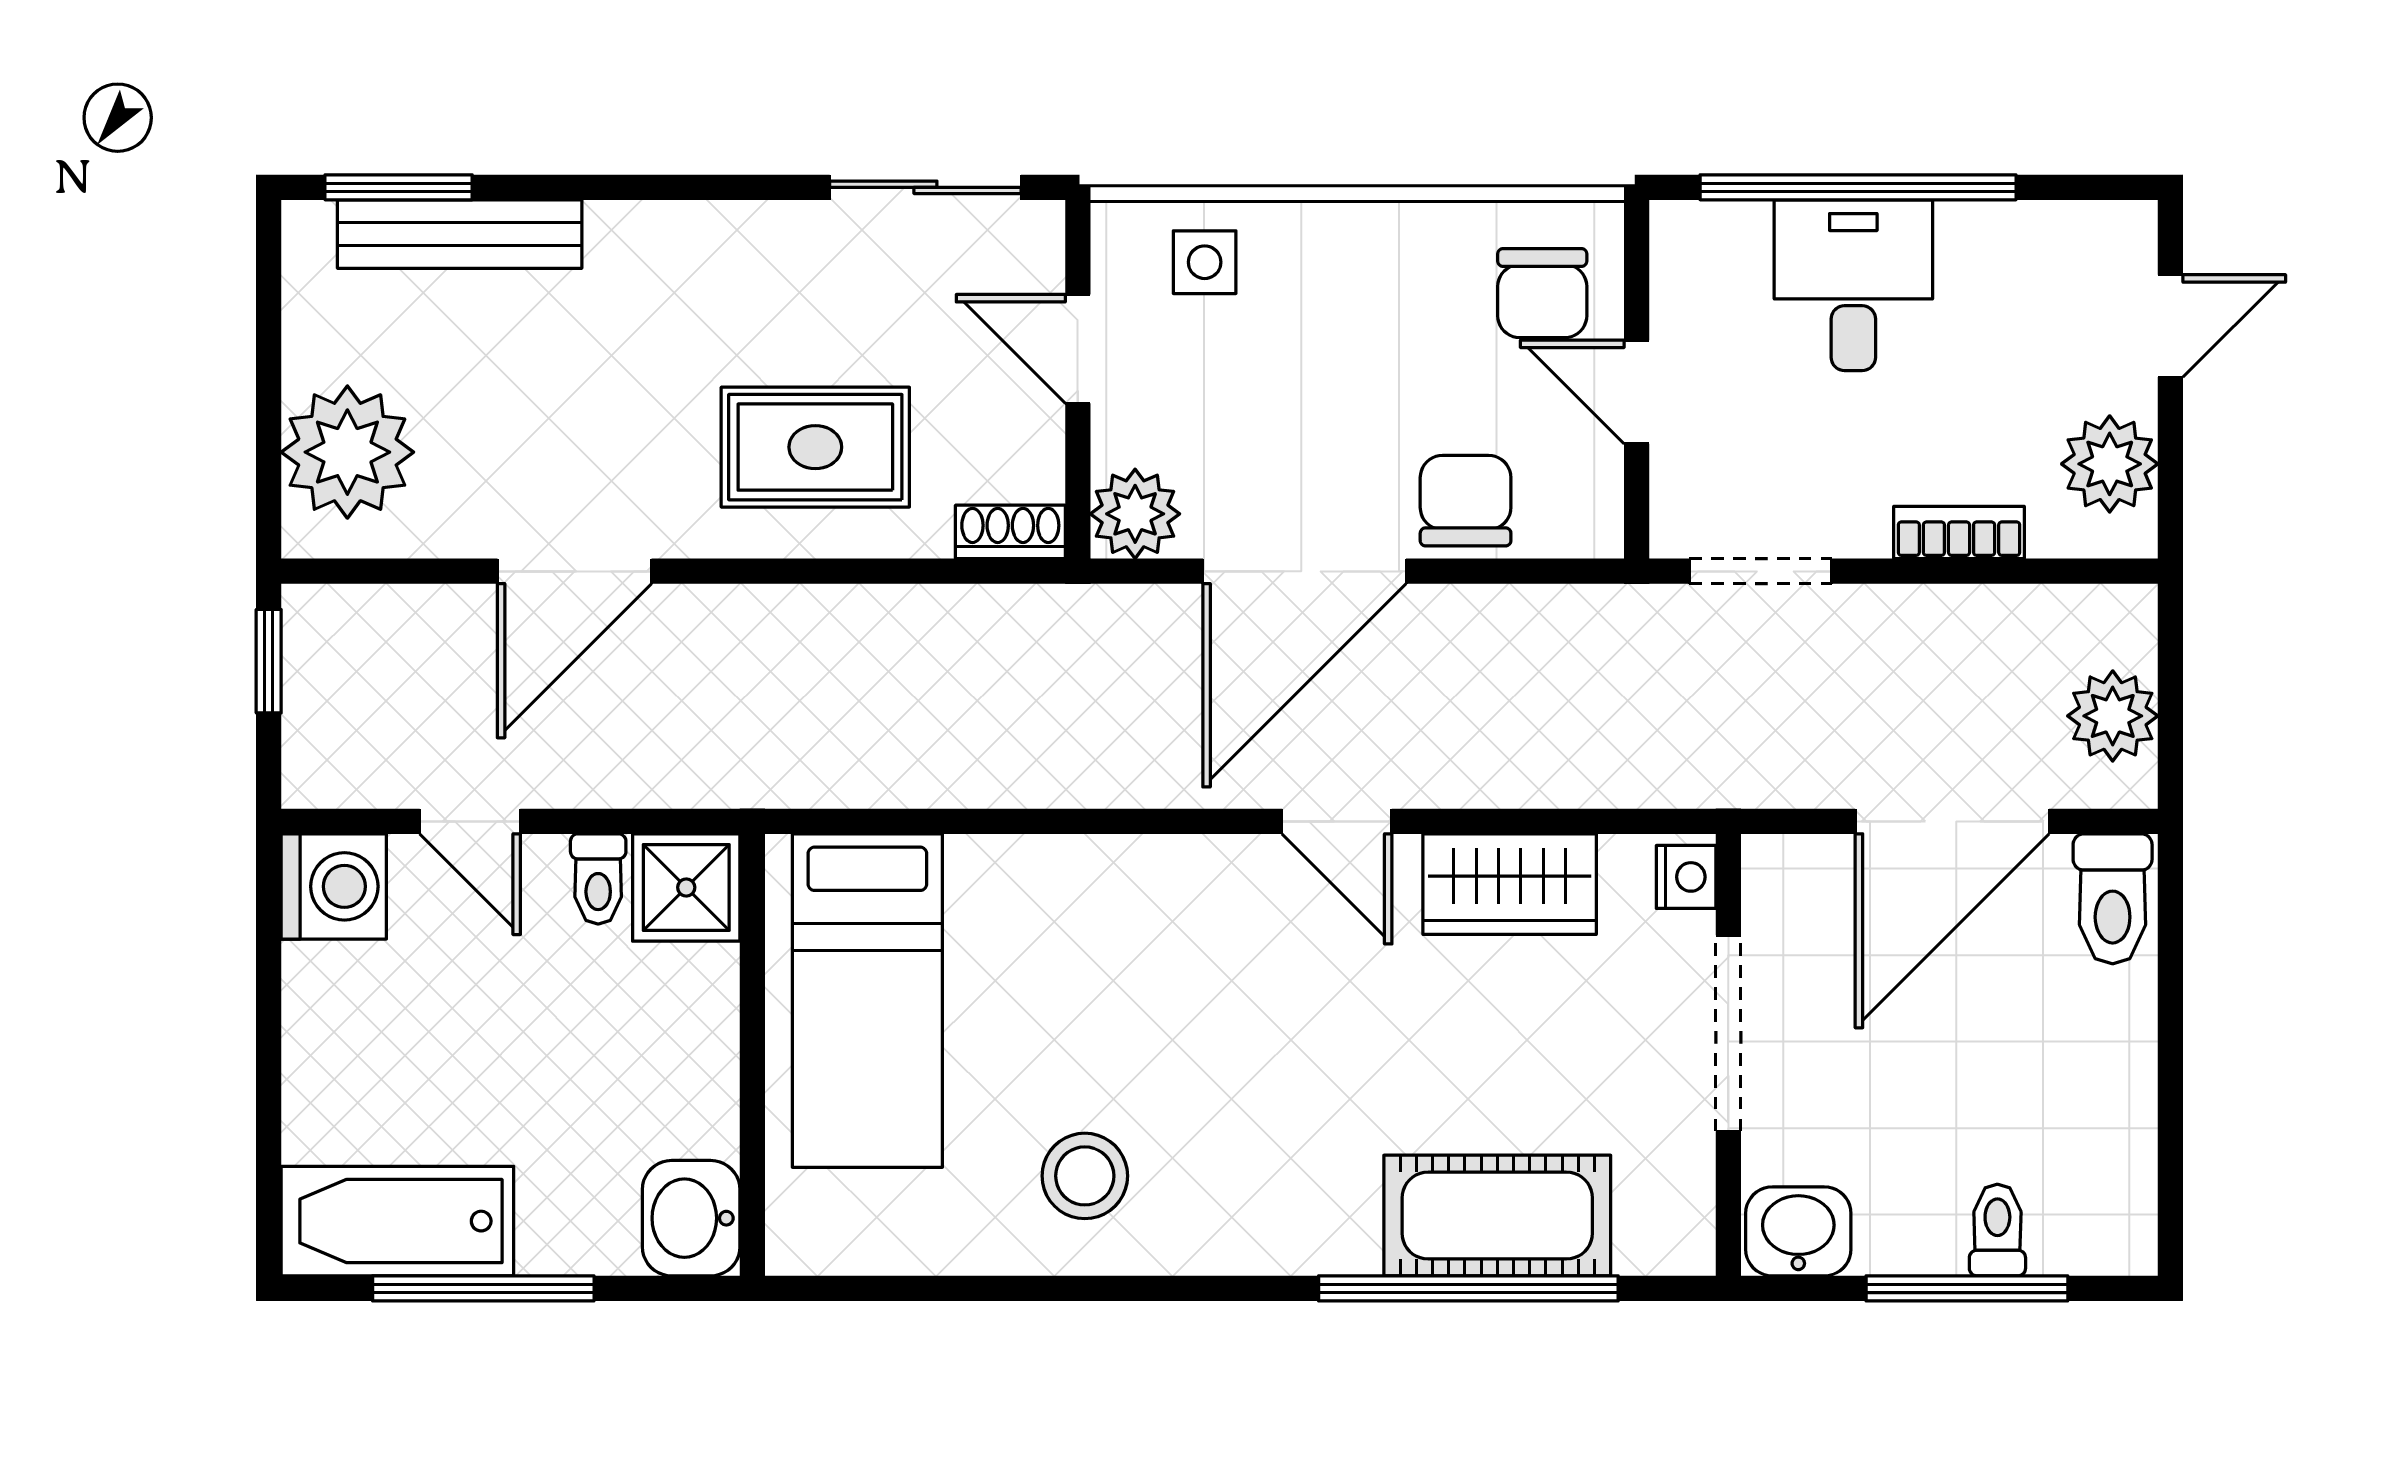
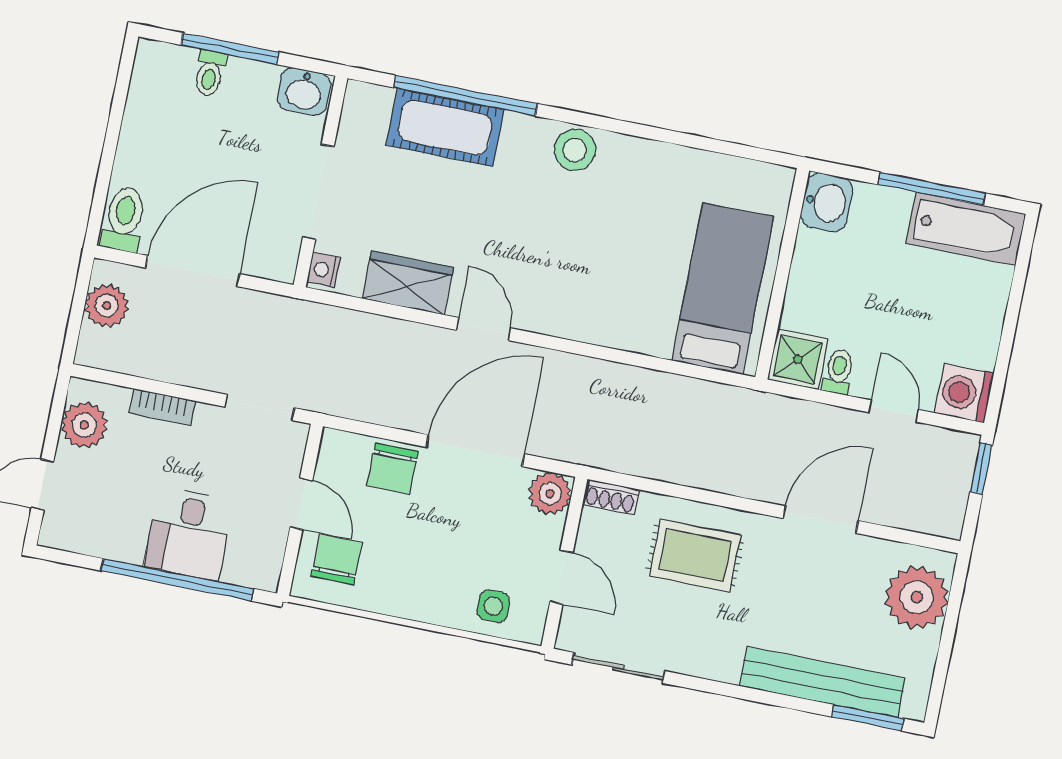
bench: (460, 234) -> (823, 682), width x1.37, depth x1.21
window: (269, 661) -> (981, 468), moved
stool: (1085, 1176) -> (575, 150), moved

